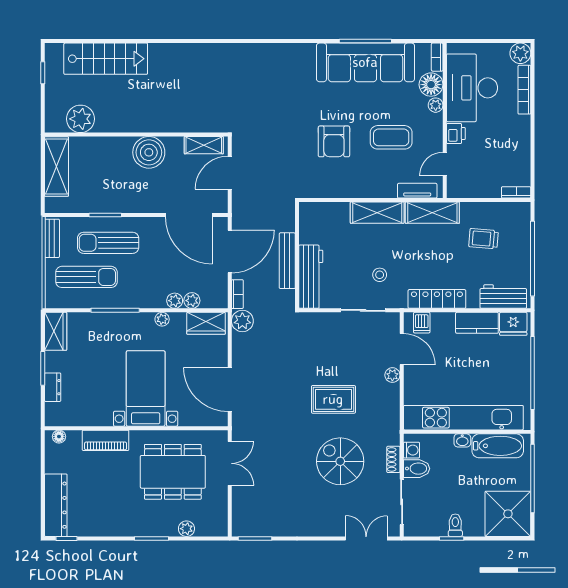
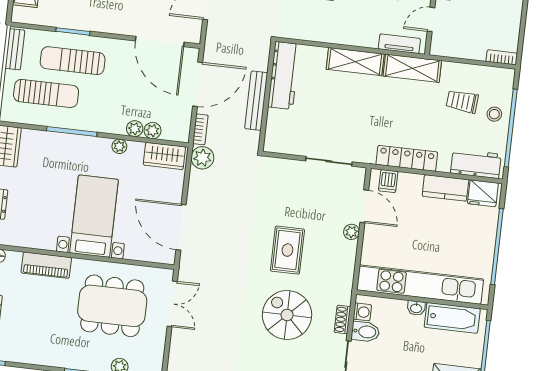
stool: (380, 275) -> (494, 114), moved
workbench: (311, 277) -> (284, 76), moved
rug: (333, 399) -> (287, 250), turned 90

